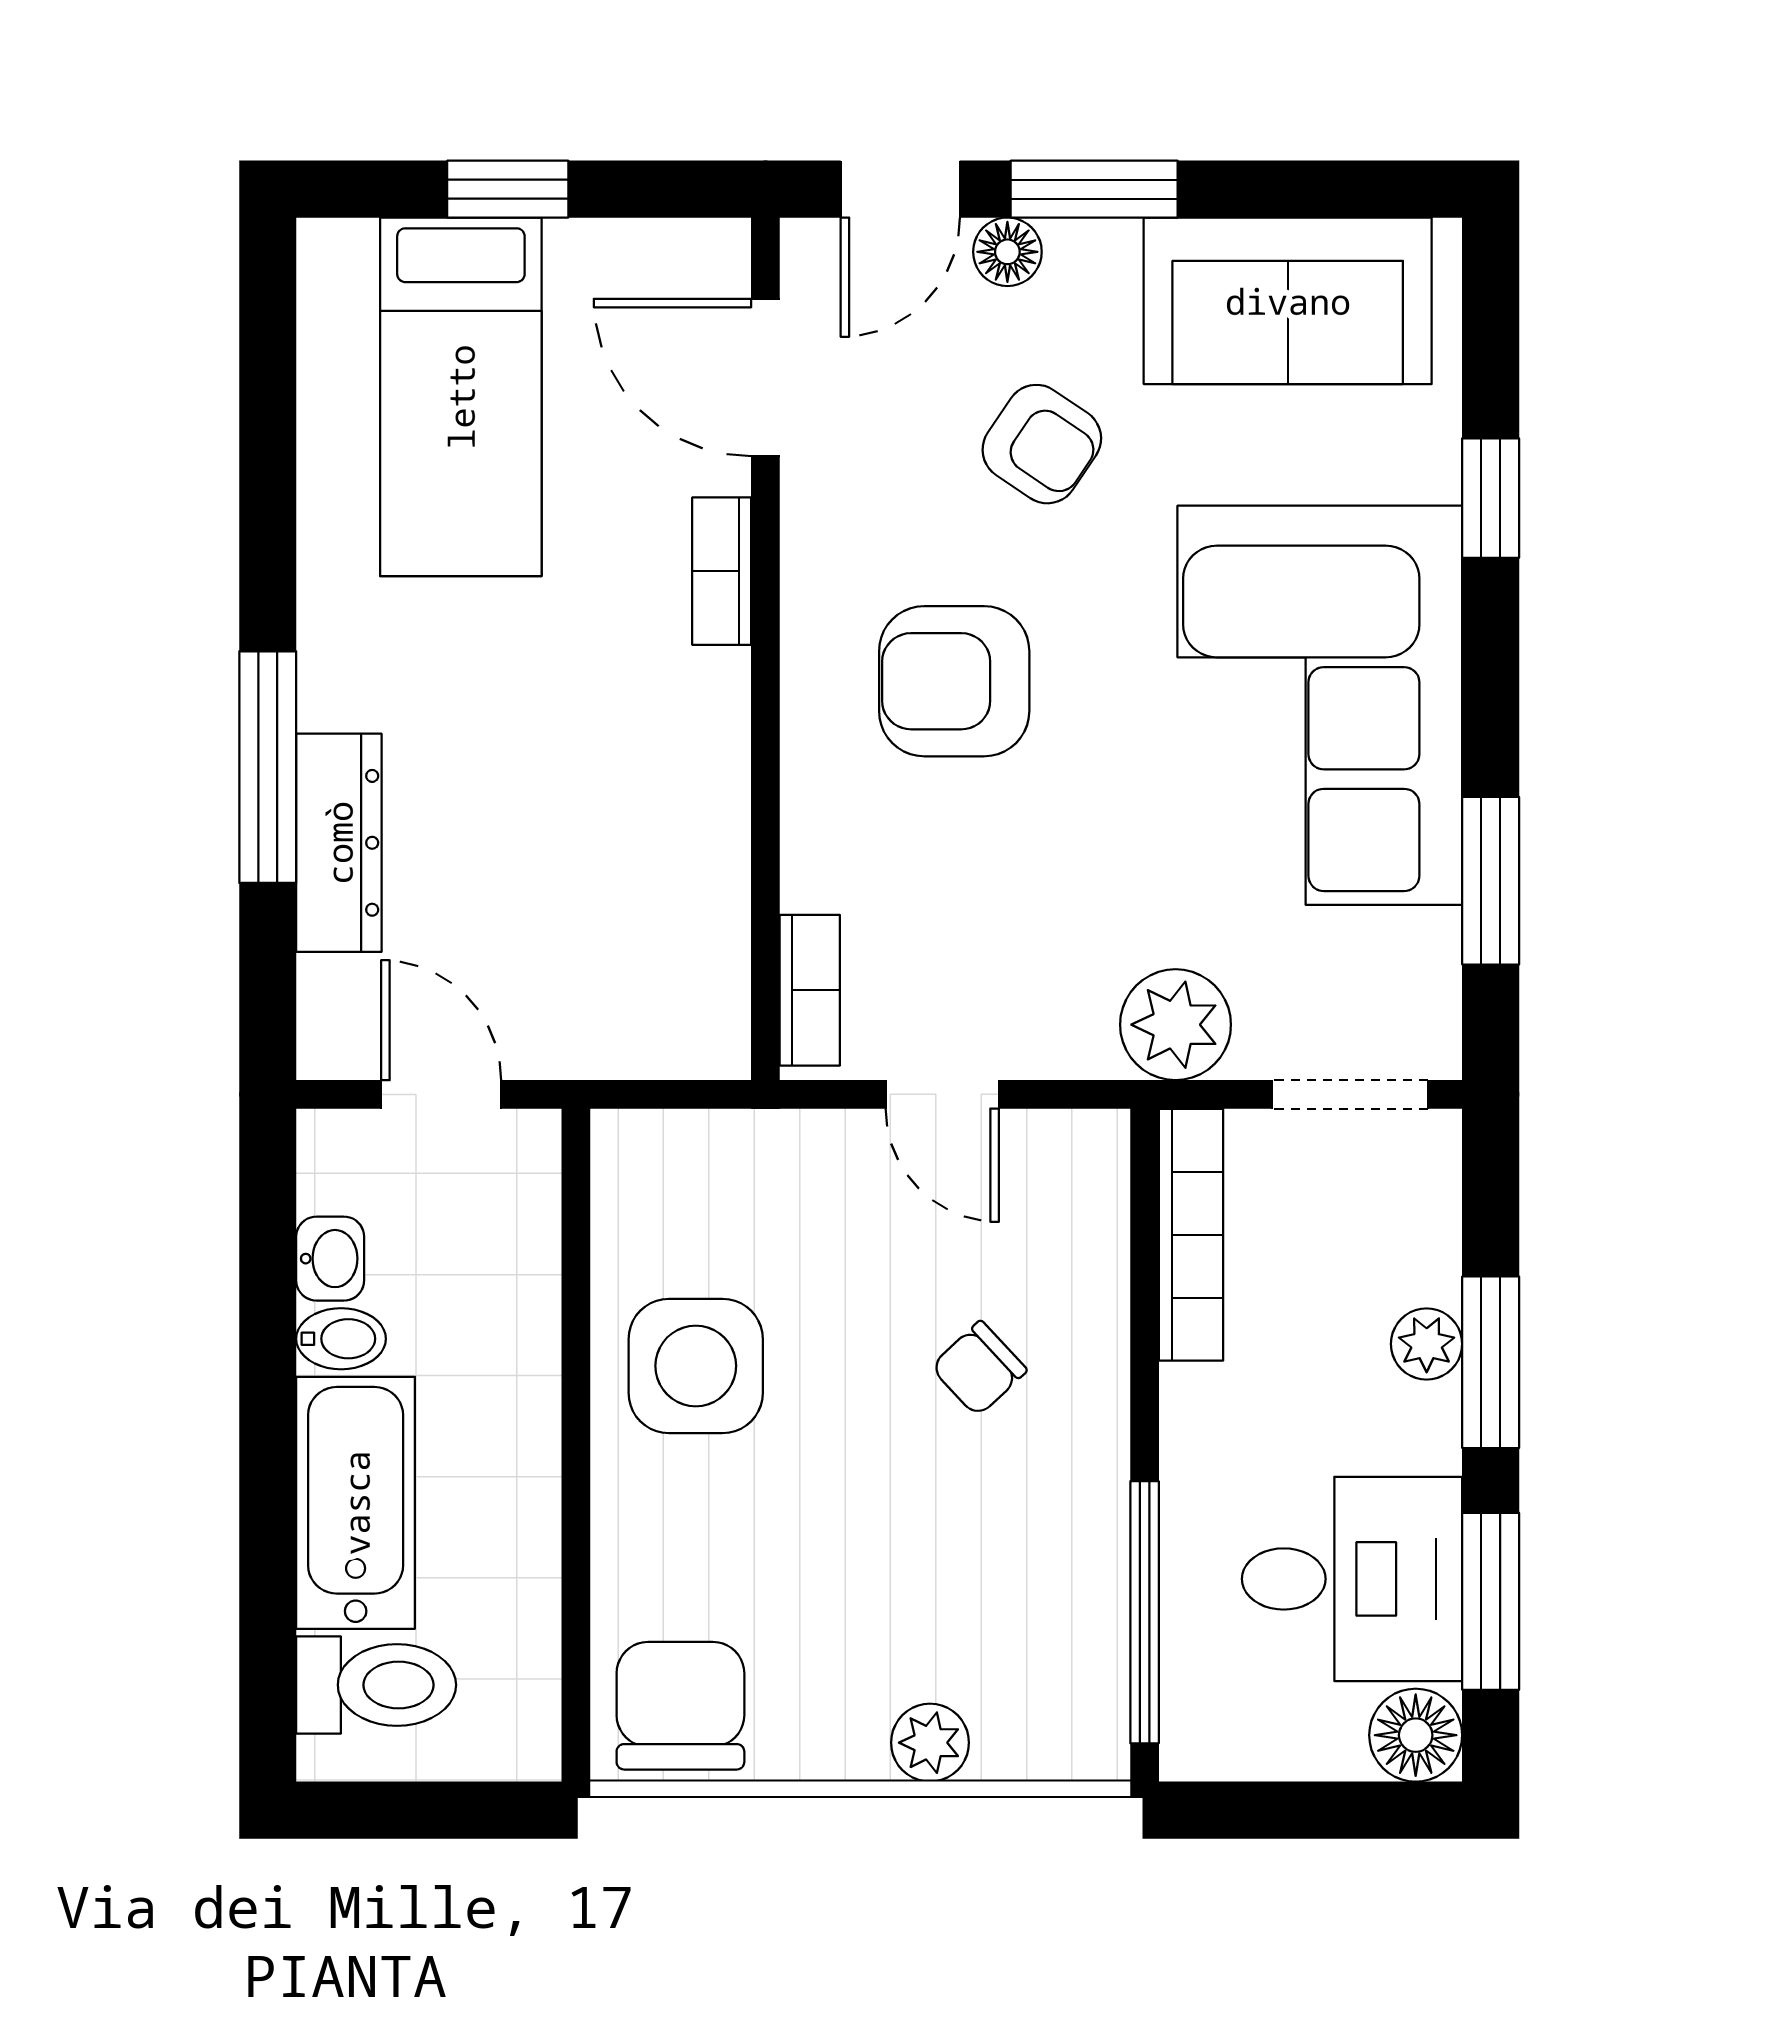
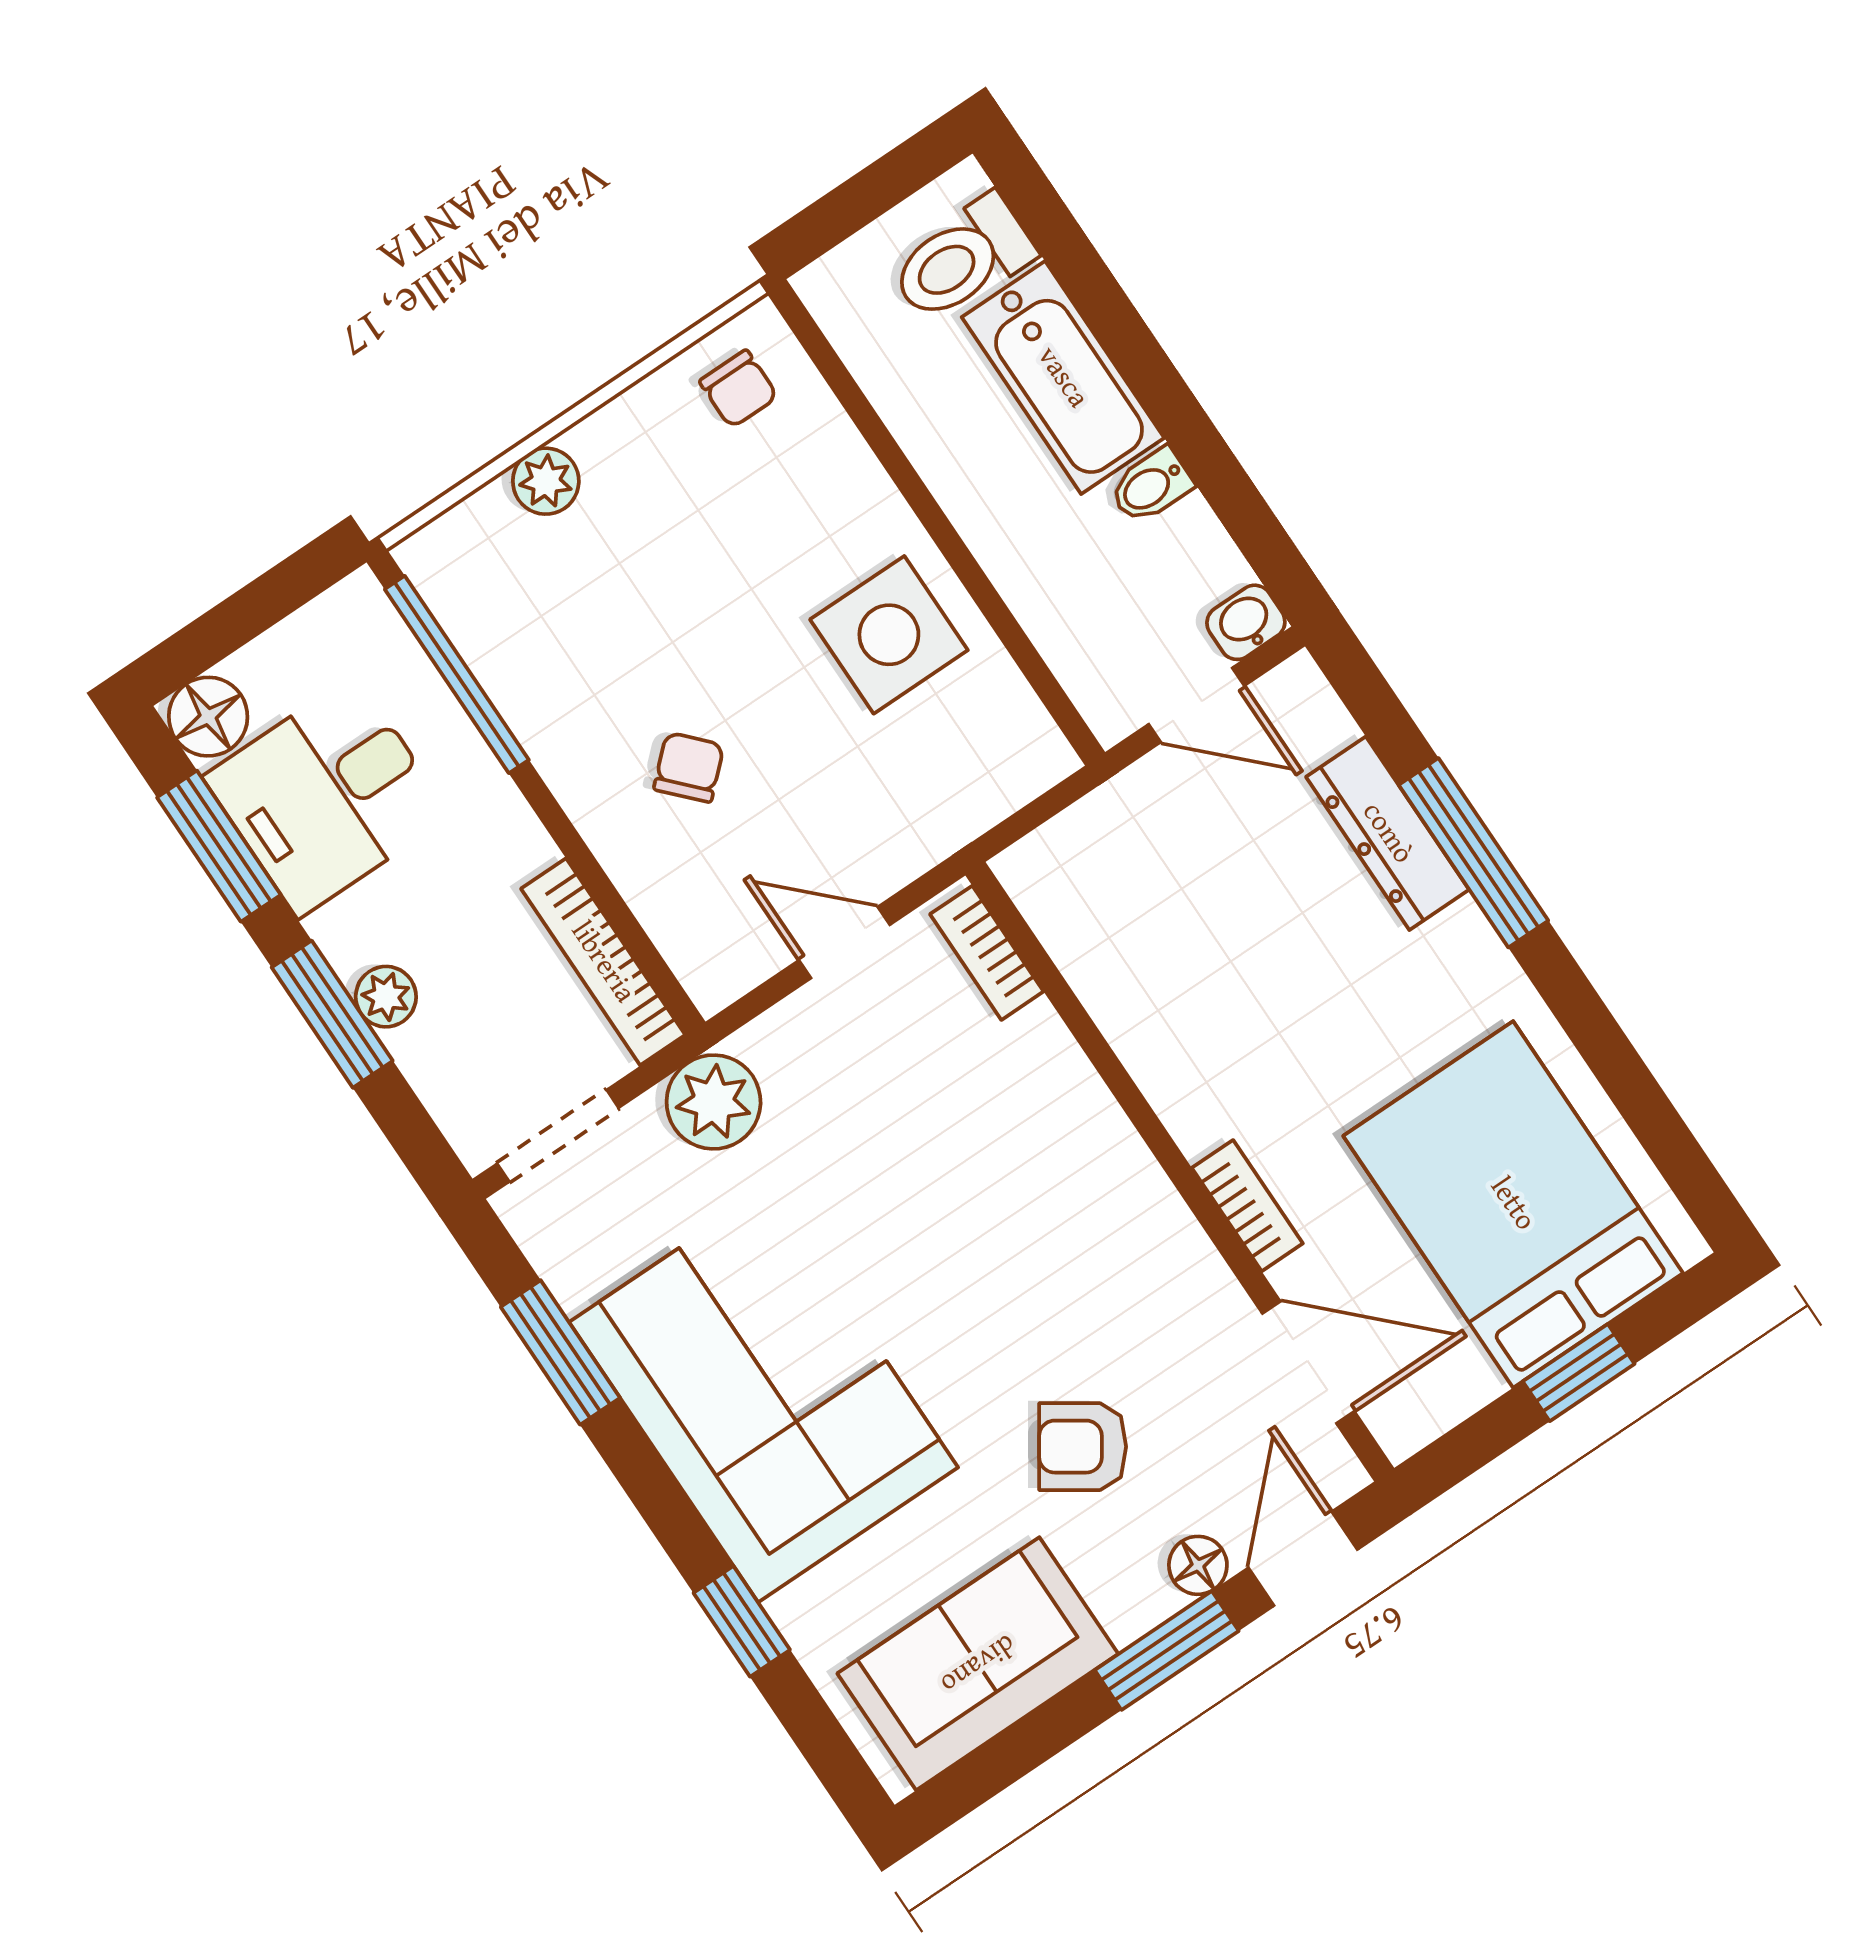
bed: (461, 397) -> (1513, 1204), width x1.50
armchair: (954, 681) -> (1032, 1238), removed
washbasin: (330, 1259) -> (1246, 622), moved, turned 90
chair: (680, 1706) -> (739, 389), width x0.54, depth x0.54

